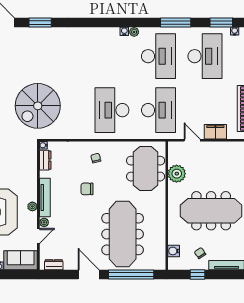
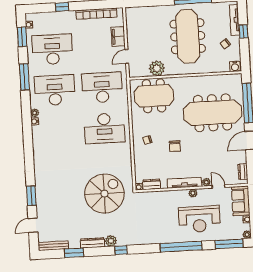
spiral stairs: (38, 106) -> (104, 194), turned -90
water cooler: (174, 251) -> (235, 66), moved
window: (197, 275) -> (243, 31), moved

